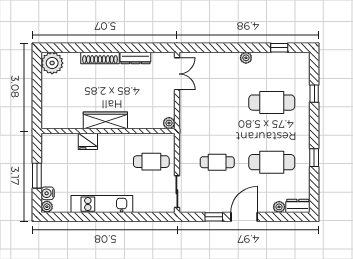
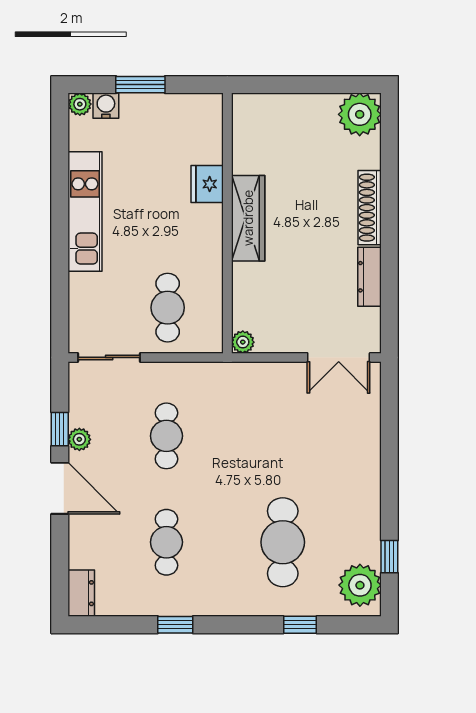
plant: (246, 58) -> (360, 585), moved, width x1.87, depth x1.87
cafe table: (272, 162) -> (166, 542), width x0.73, depth x0.74
plant: (279, 207) -> (79, 439), moved

